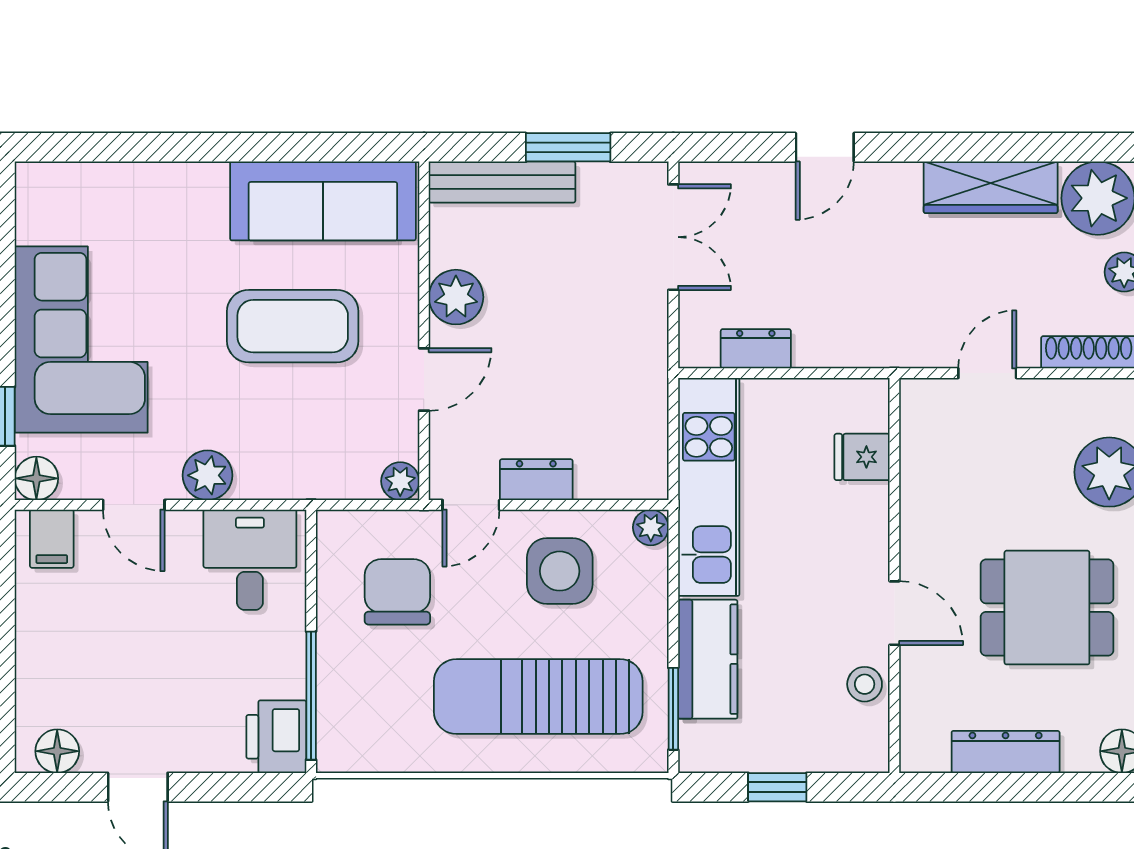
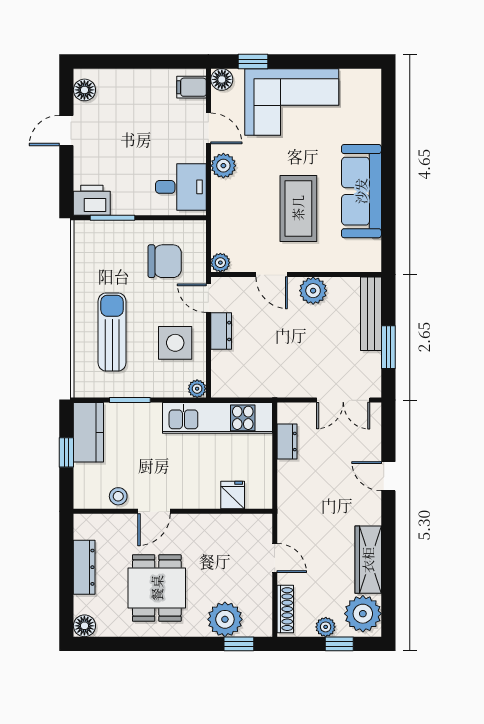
sofa: (323, 201) -> (361, 191), moved
door: (134, 505) -> (208, 128), swing flipped
kitchen counter: (708, 659) -> (88, 432), moved, turned -90
window: (311, 696) -> (112, 218), width x0.69
sun lounger: (538, 697) -> (112, 332), width x0.73, depth x0.75
window: (673, 709) -> (130, 400), moved

